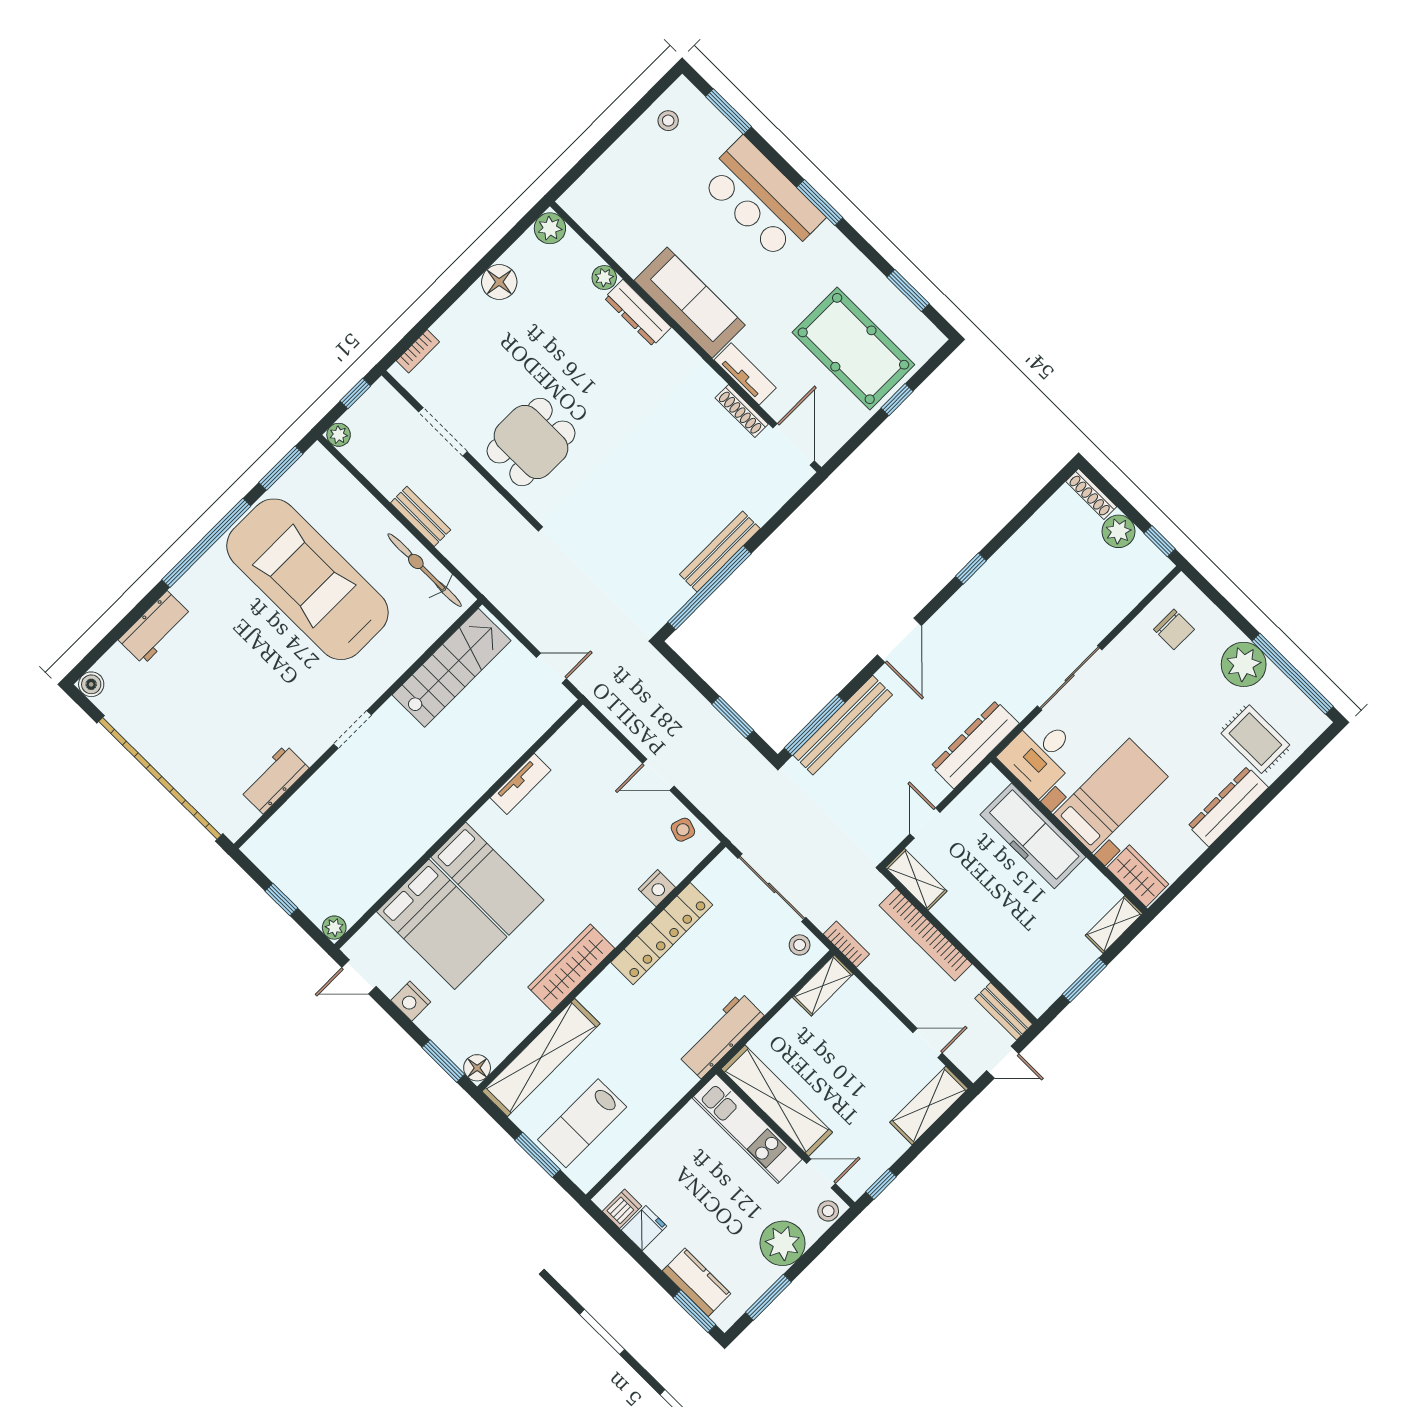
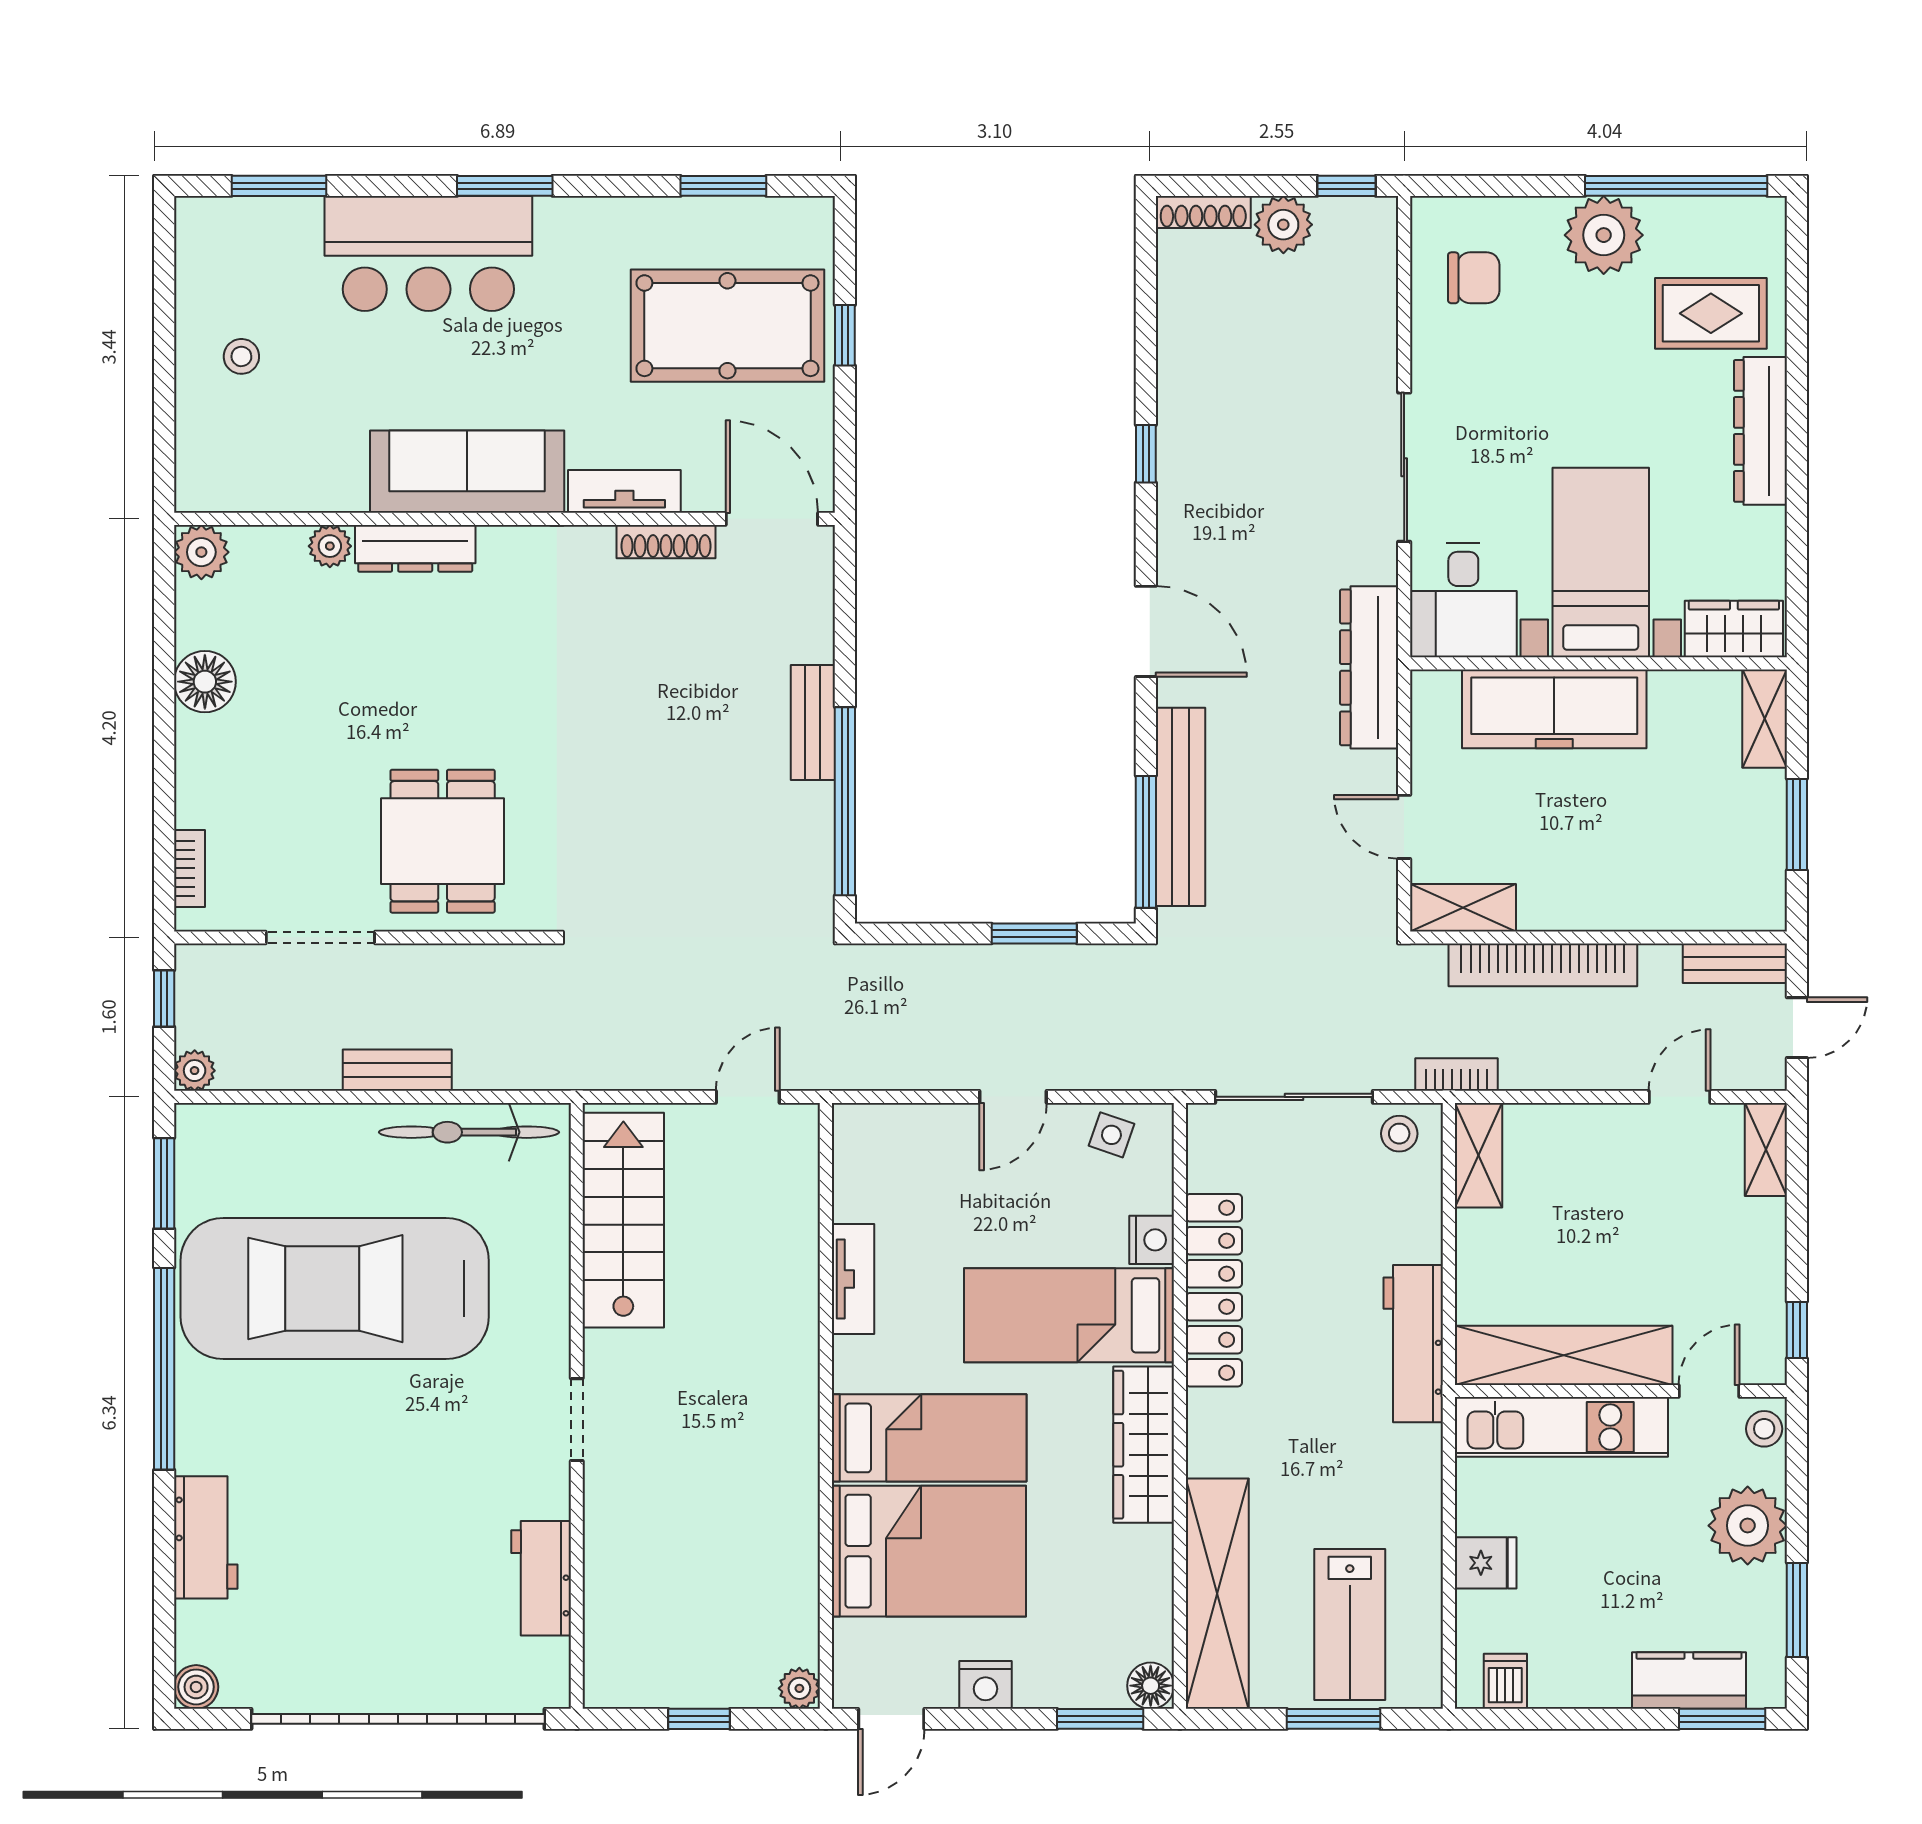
stool: (668, 121) -> (241, 356), moved
bench: (720, 552) -> (813, 722), width x0.73
bed: (593, 885) -> (1069, 1315), added
shelving: (929, 1105) -> (1766, 1149), width x0.67, depth x0.75
fridge: (644, 1228) -> (1486, 1563), moved, turned 90

